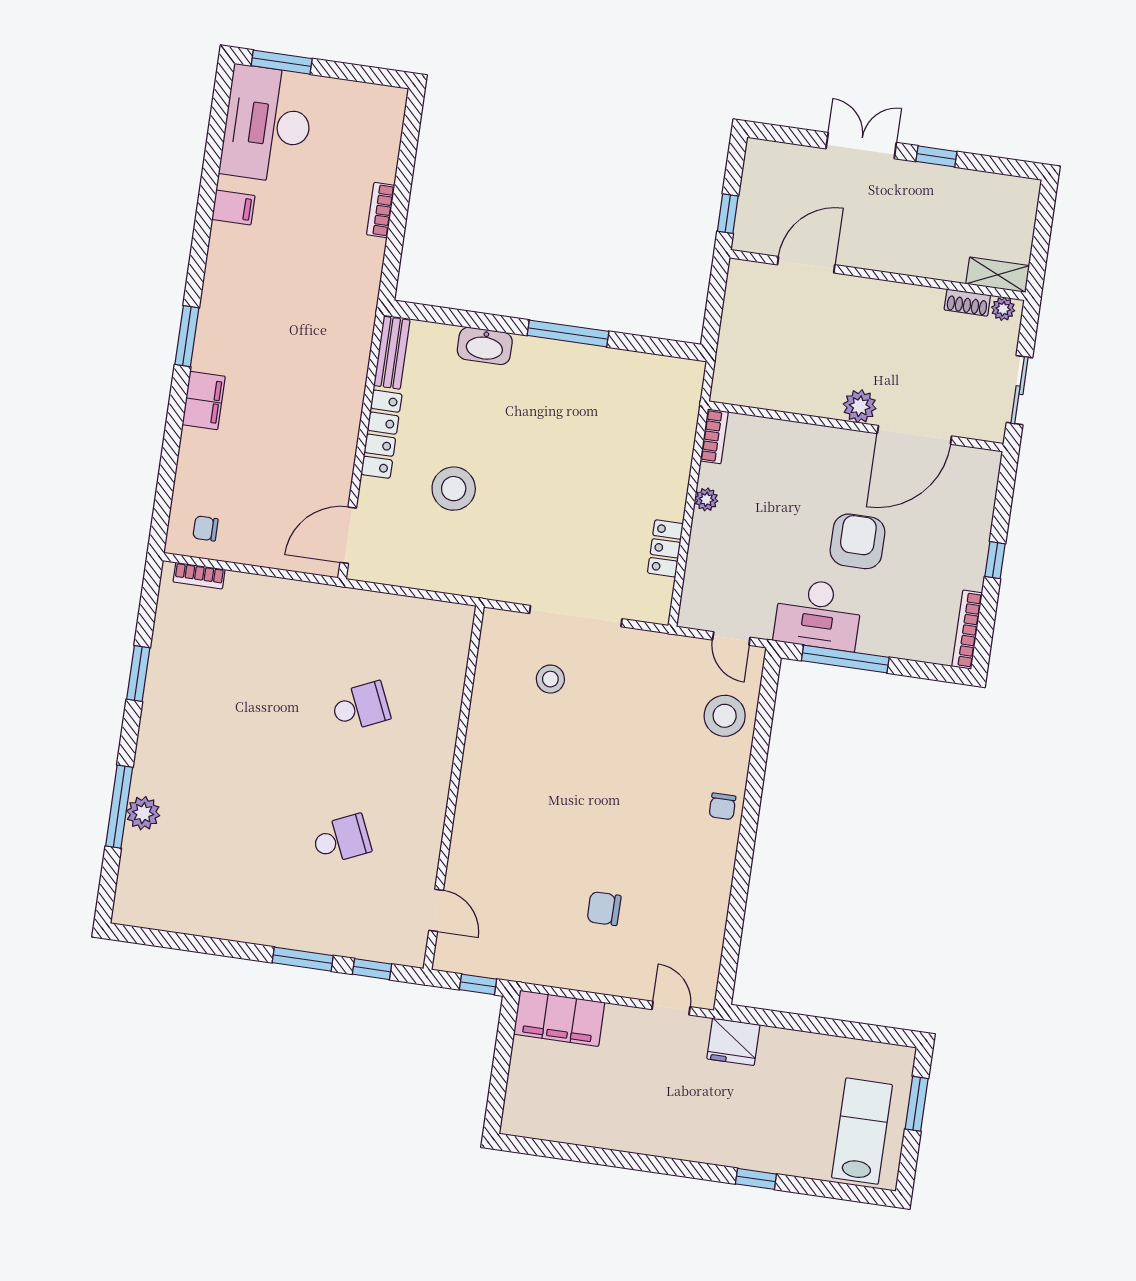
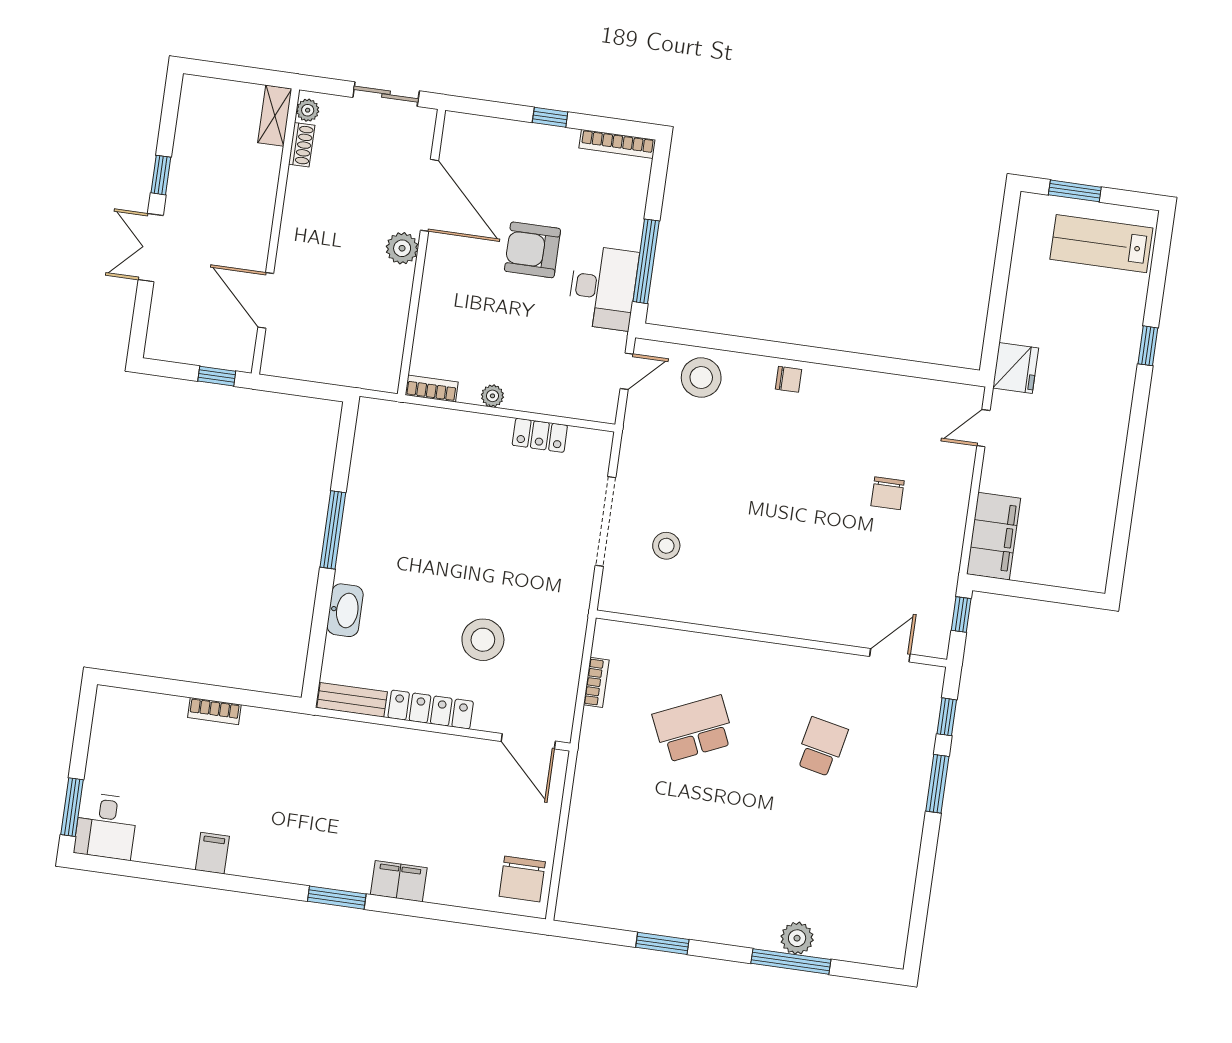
desk: (267, 124) -> (106, 826), width x0.53, depth x0.77
chair: (206, 528) -> (522, 879), width x1.87, depth x1.87
bookcase: (199, 576) -> (596, 682), moved
school desk: (361, 707) -> (693, 729), width x1.85
school desk: (341, 839) -> (822, 747), turned 36

